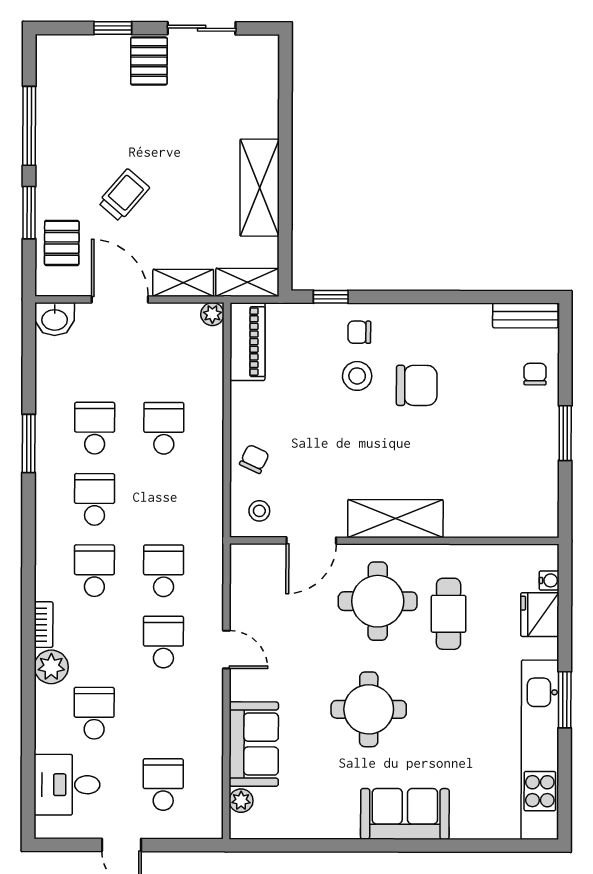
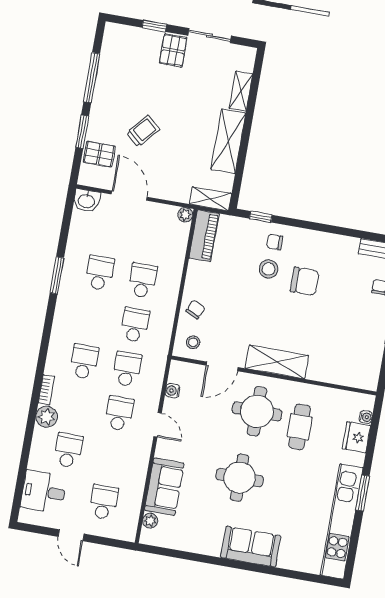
pallet: (62, 243) -> (99, 154), turned 90
shelving: (183, 283) -> (241, 91), moved, turned 90
school desk: (95, 499) -> (135, 325), moved
water cooler: (240, 592) -> (173, 391), added

